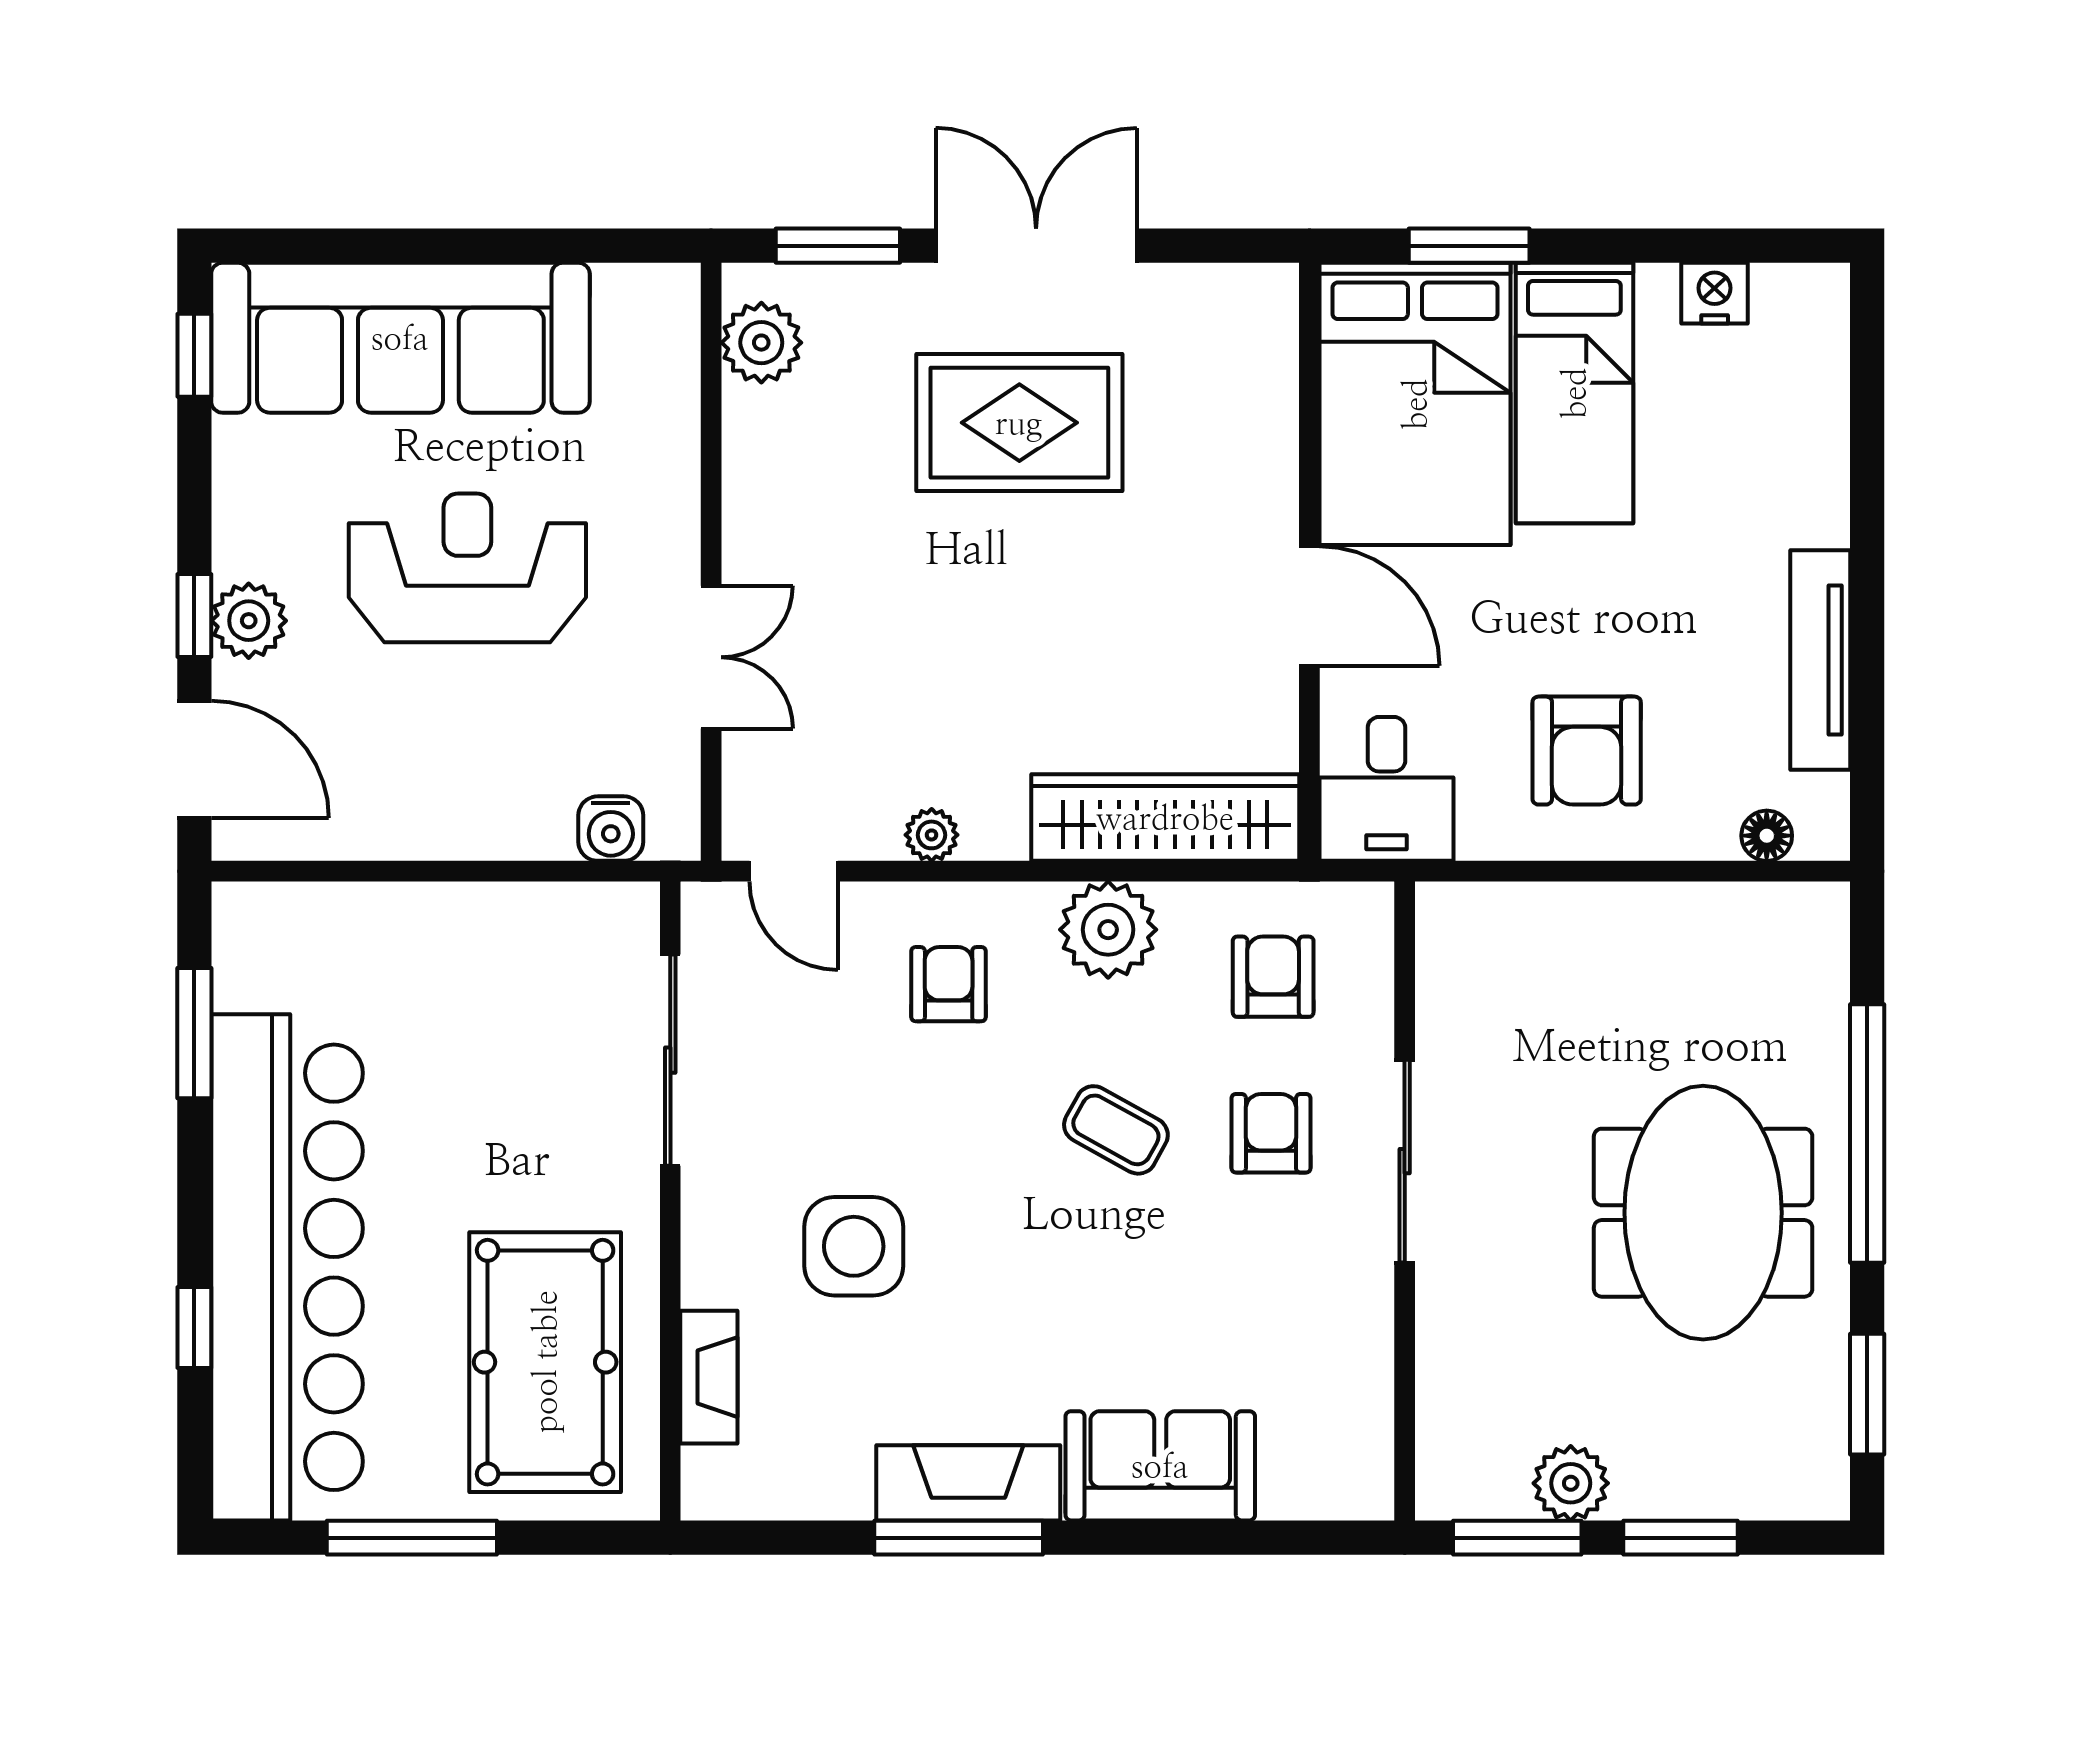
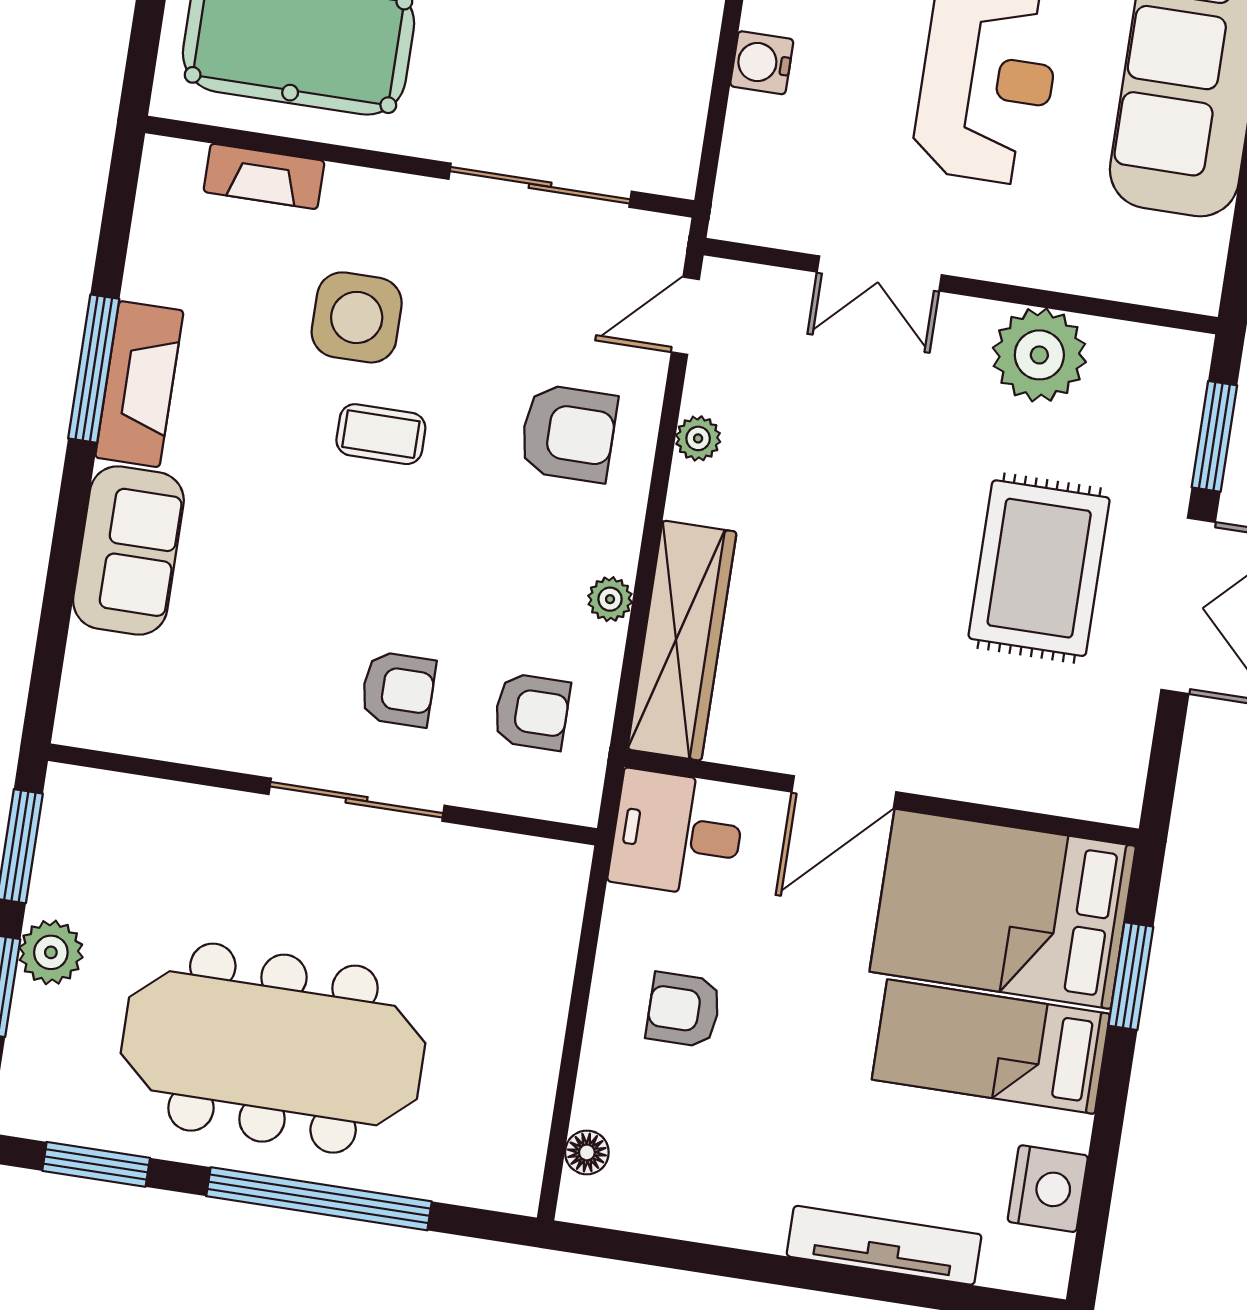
nightstand: (1715, 293) -> (1048, 1189), width x1.36, depth x1.33
plant: (761, 343) -> (1039, 355), moved, width x1.36, depth x1.36
tv unit: (1820, 660) -> (884, 1245), moved
armchair: (1587, 751) -> (684, 1010), width x0.72, depth x0.72
water cooler: (611, 829) -> (762, 63), moved
plant: (1108, 930) -> (610, 599), width x0.53, depth x0.53
armchair: (949, 984) -> (568, 433), width x1.38, depth x1.38
coffee table: (1116, 1130) -> (381, 434), moved, turned 61
meeting table: (1703, 1213) -> (273, 1048), width x1.36
plant: (1571, 1483) -> (51, 952), moved

